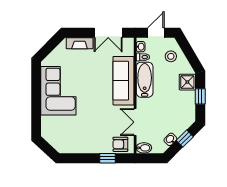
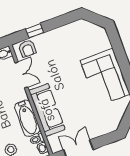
fireplace: (80, 43) -> (102, 130), removed
armchair: (120, 144) -> (27, 49), turned 90

